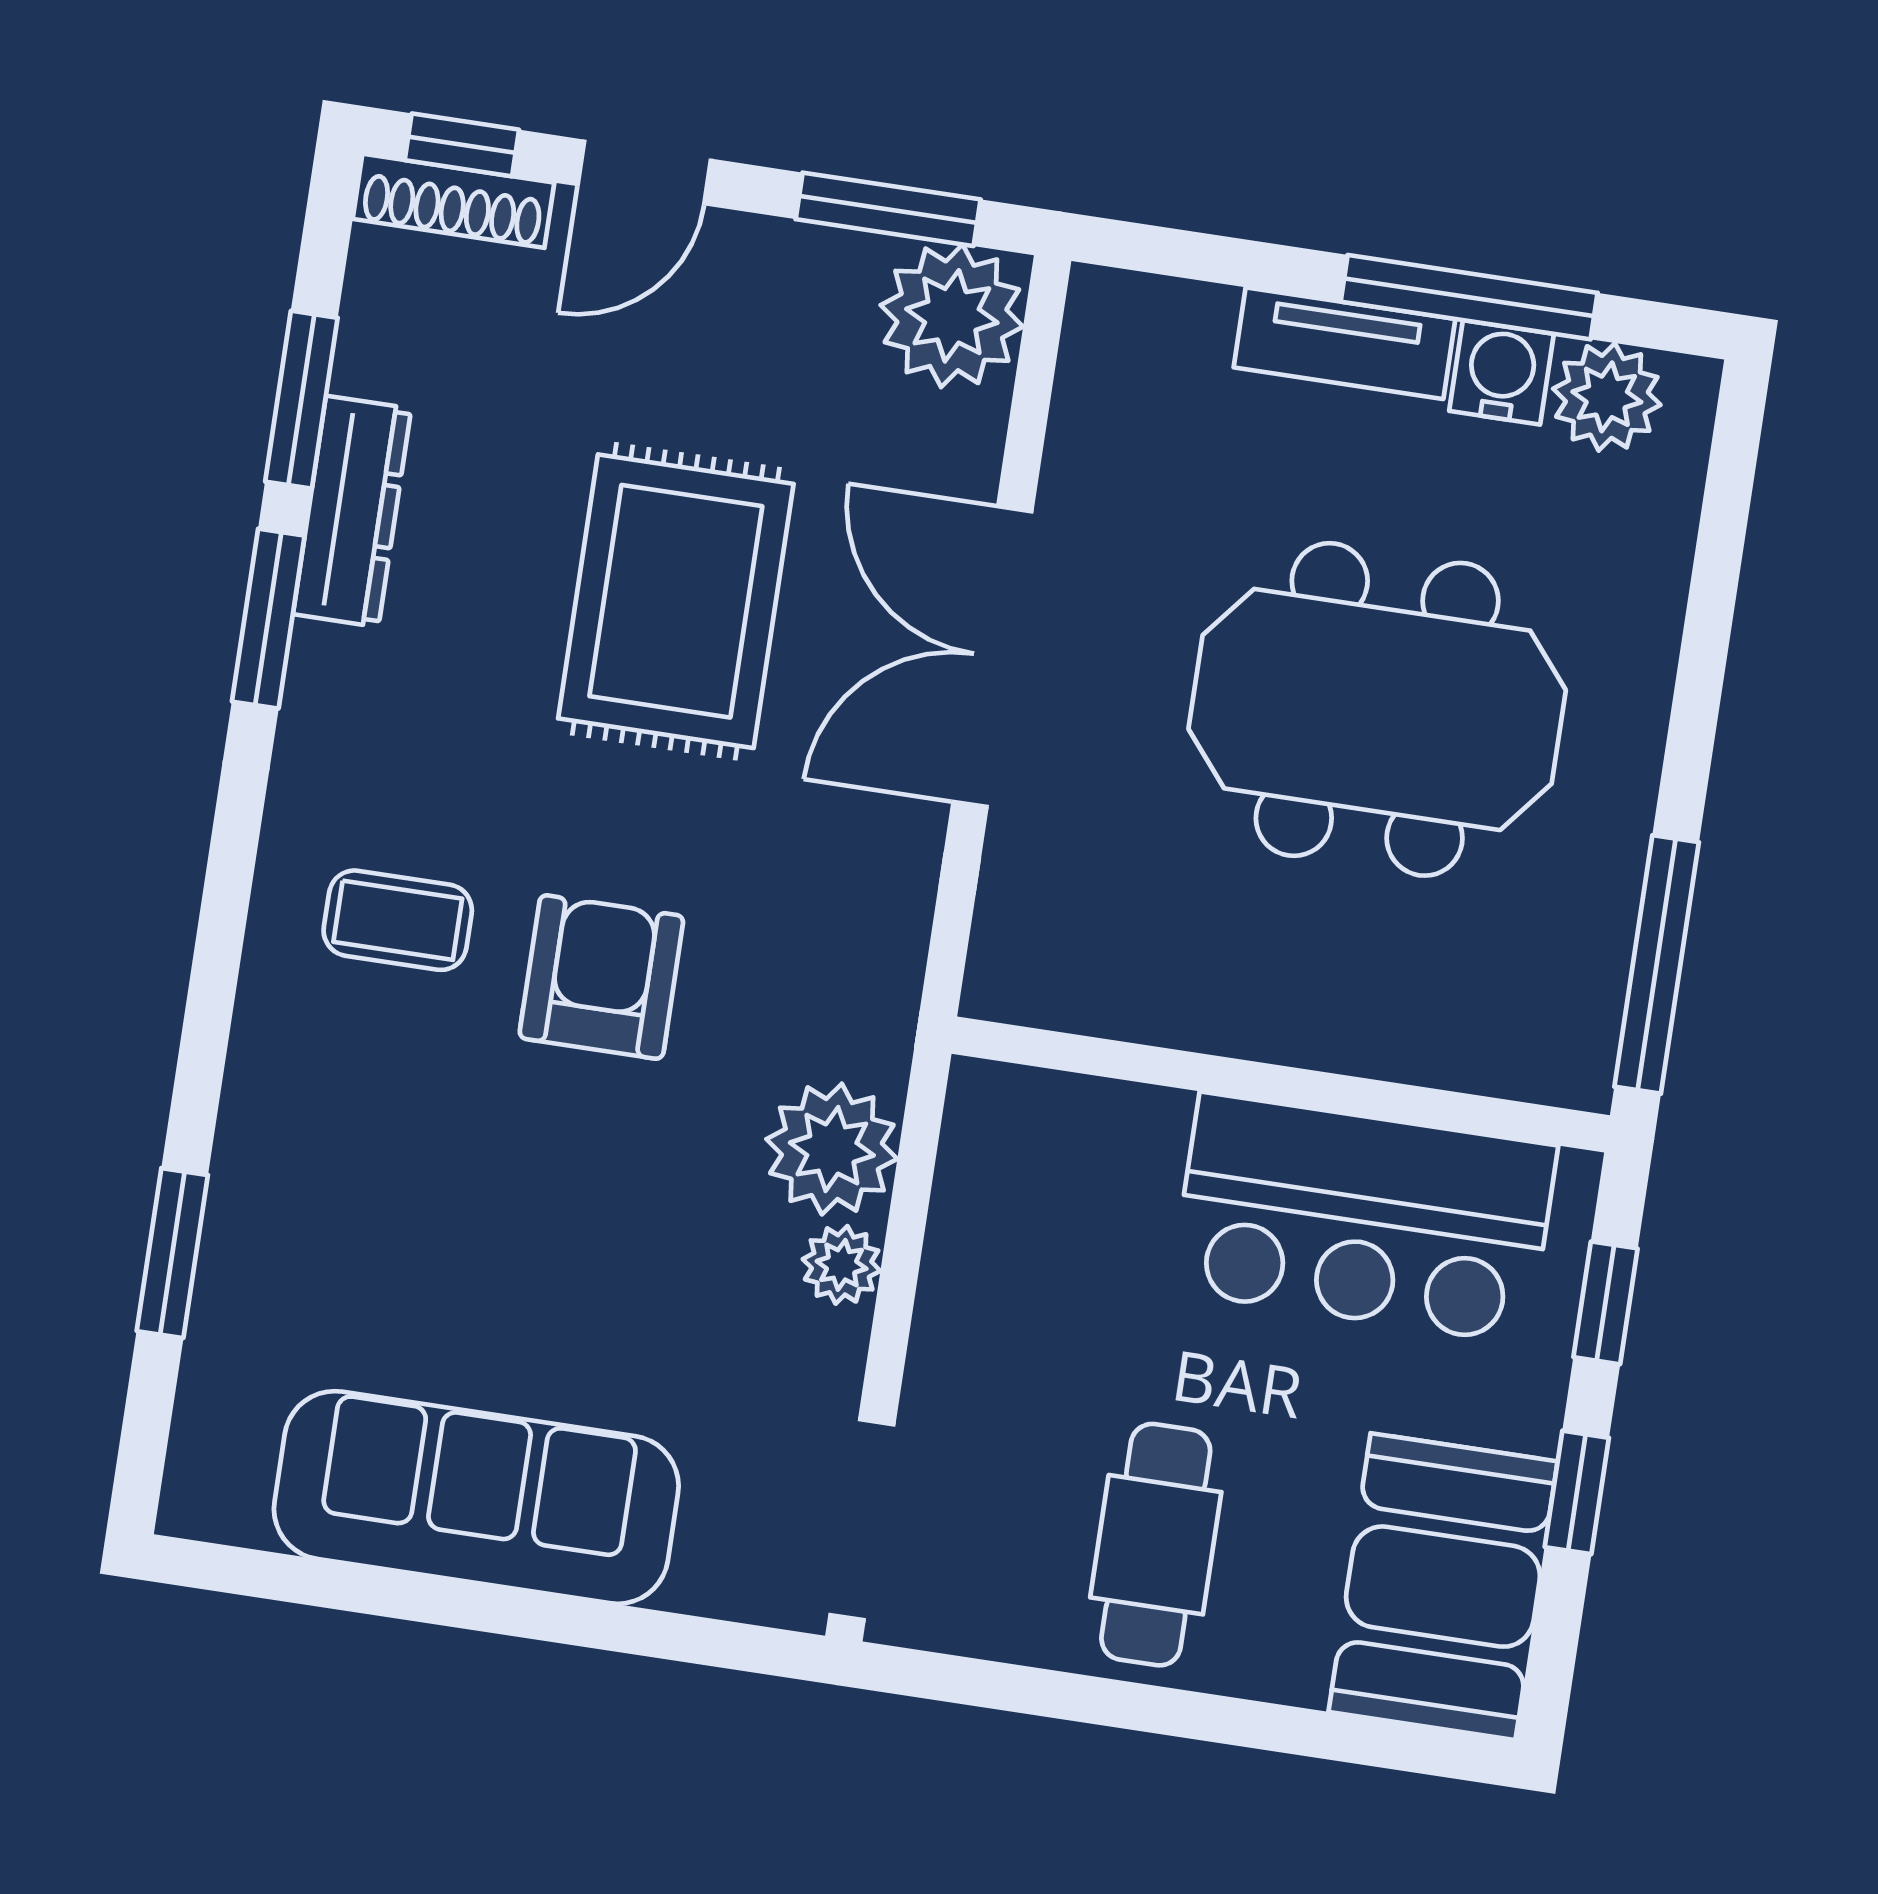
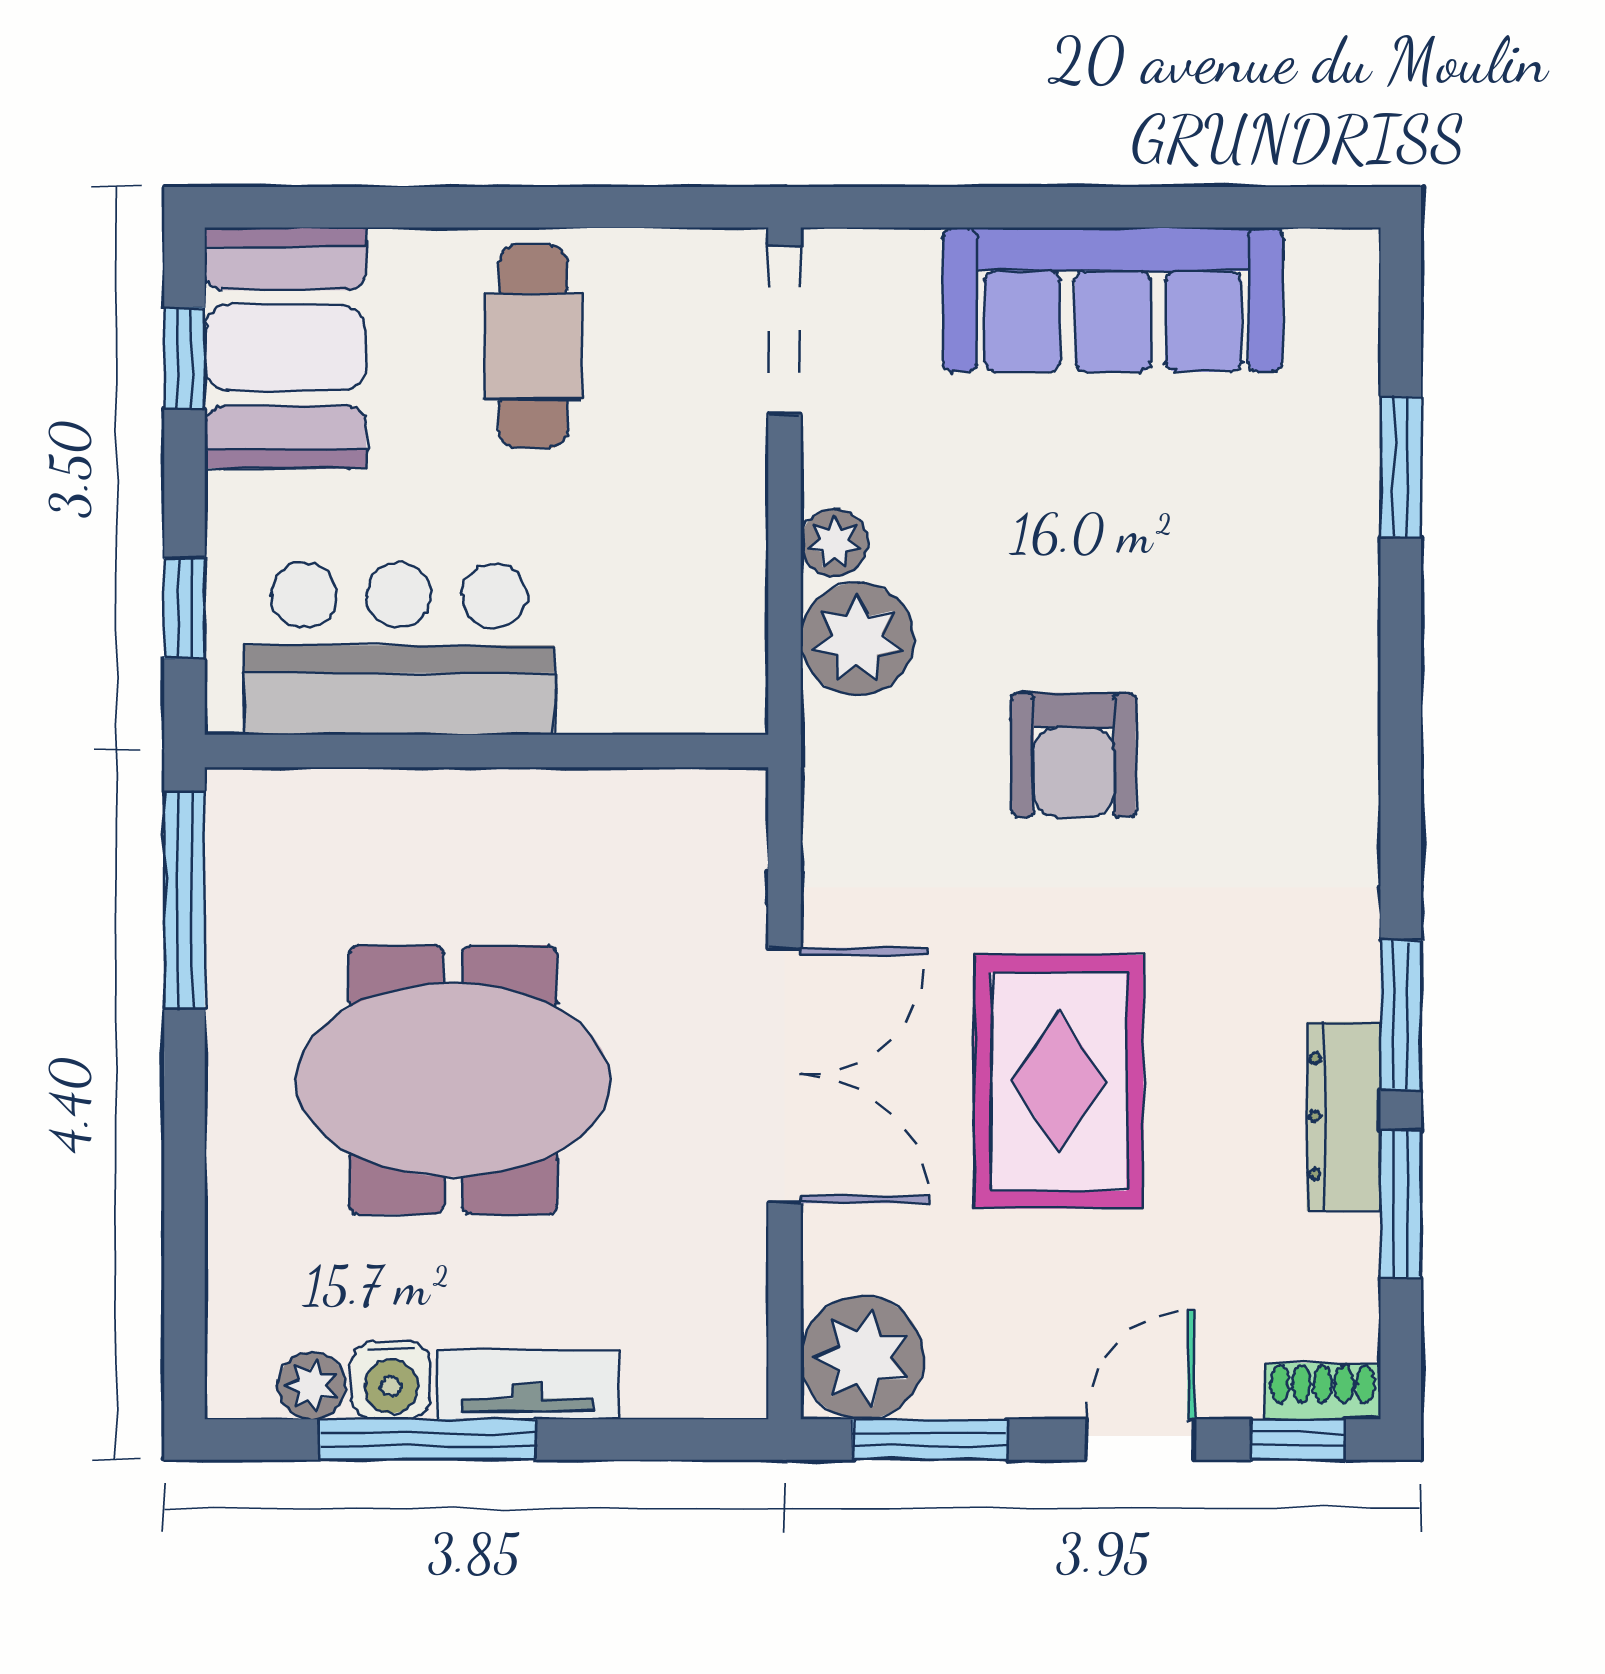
shoe rack: (453, 201) -> (1323, 1391), width x0.70
plant: (1607, 397) -> (312, 1386), width x0.73, depth x0.73
coffee table: (398, 920) -> (1253, 777), removed
window: (1577, 1492) -> (184, 358), moved

